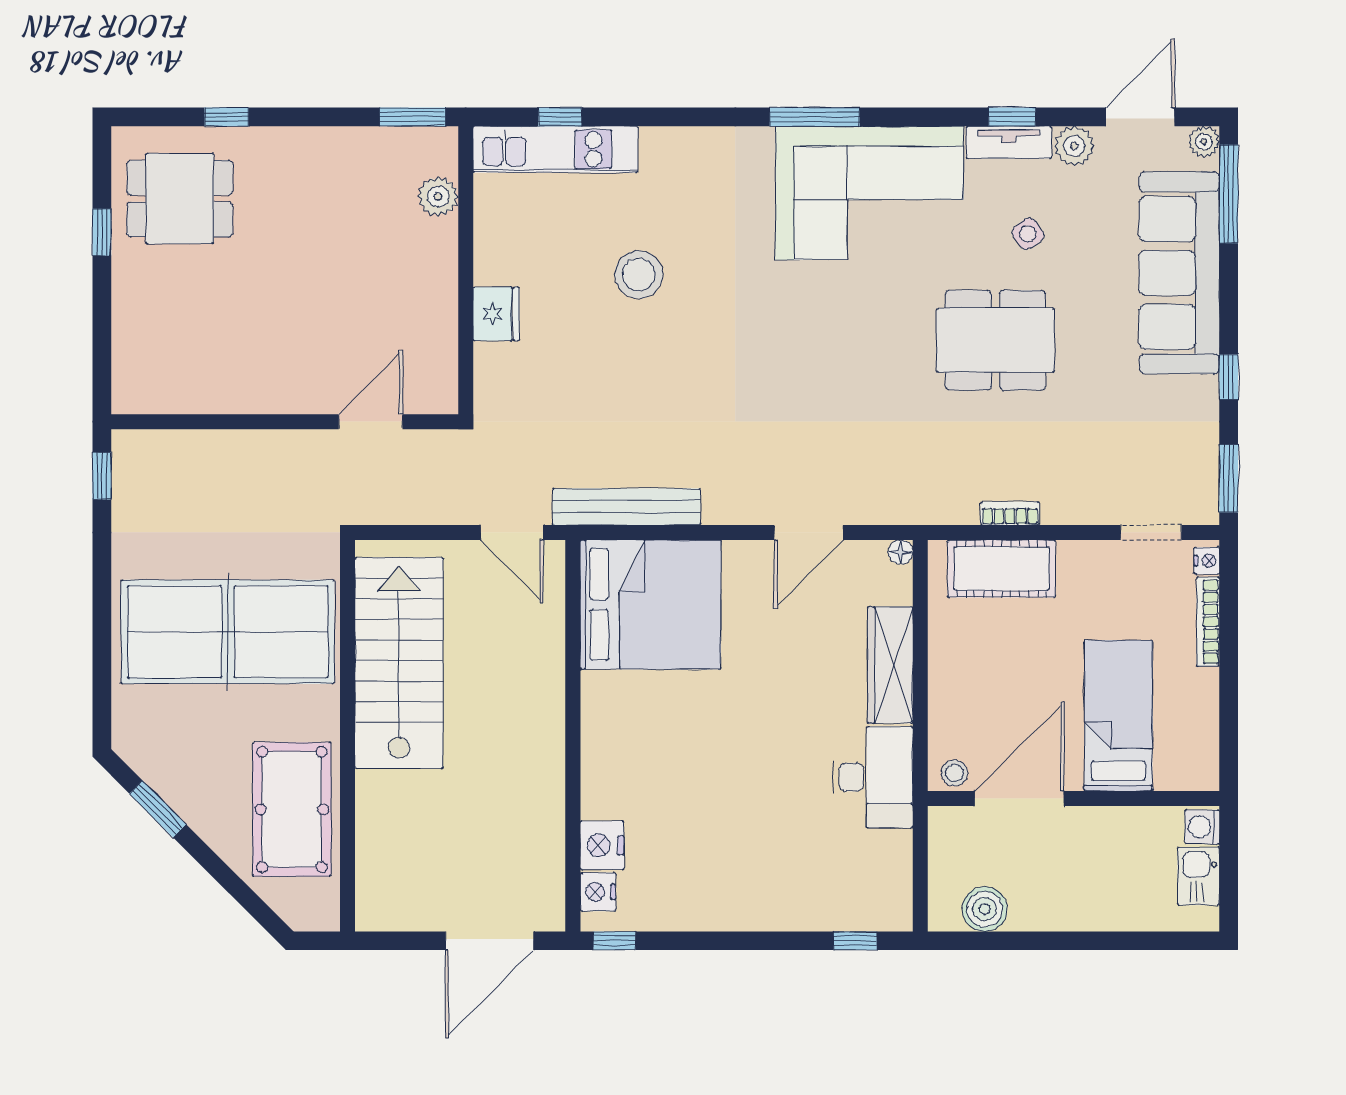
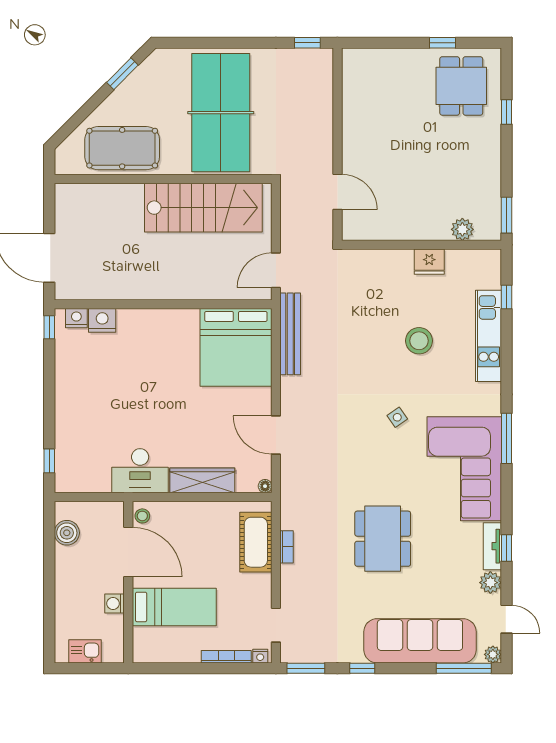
door: (1140, 117) -> (507, 619), width x0.73
kitchen unit: (556, 149) -> (489, 336), moved
side table: (1028, 234) -> (397, 417), moved
fridge: (496, 314) -> (429, 262), moved
washing machine: (1202, 827) -> (115, 604), moved, turned -90

